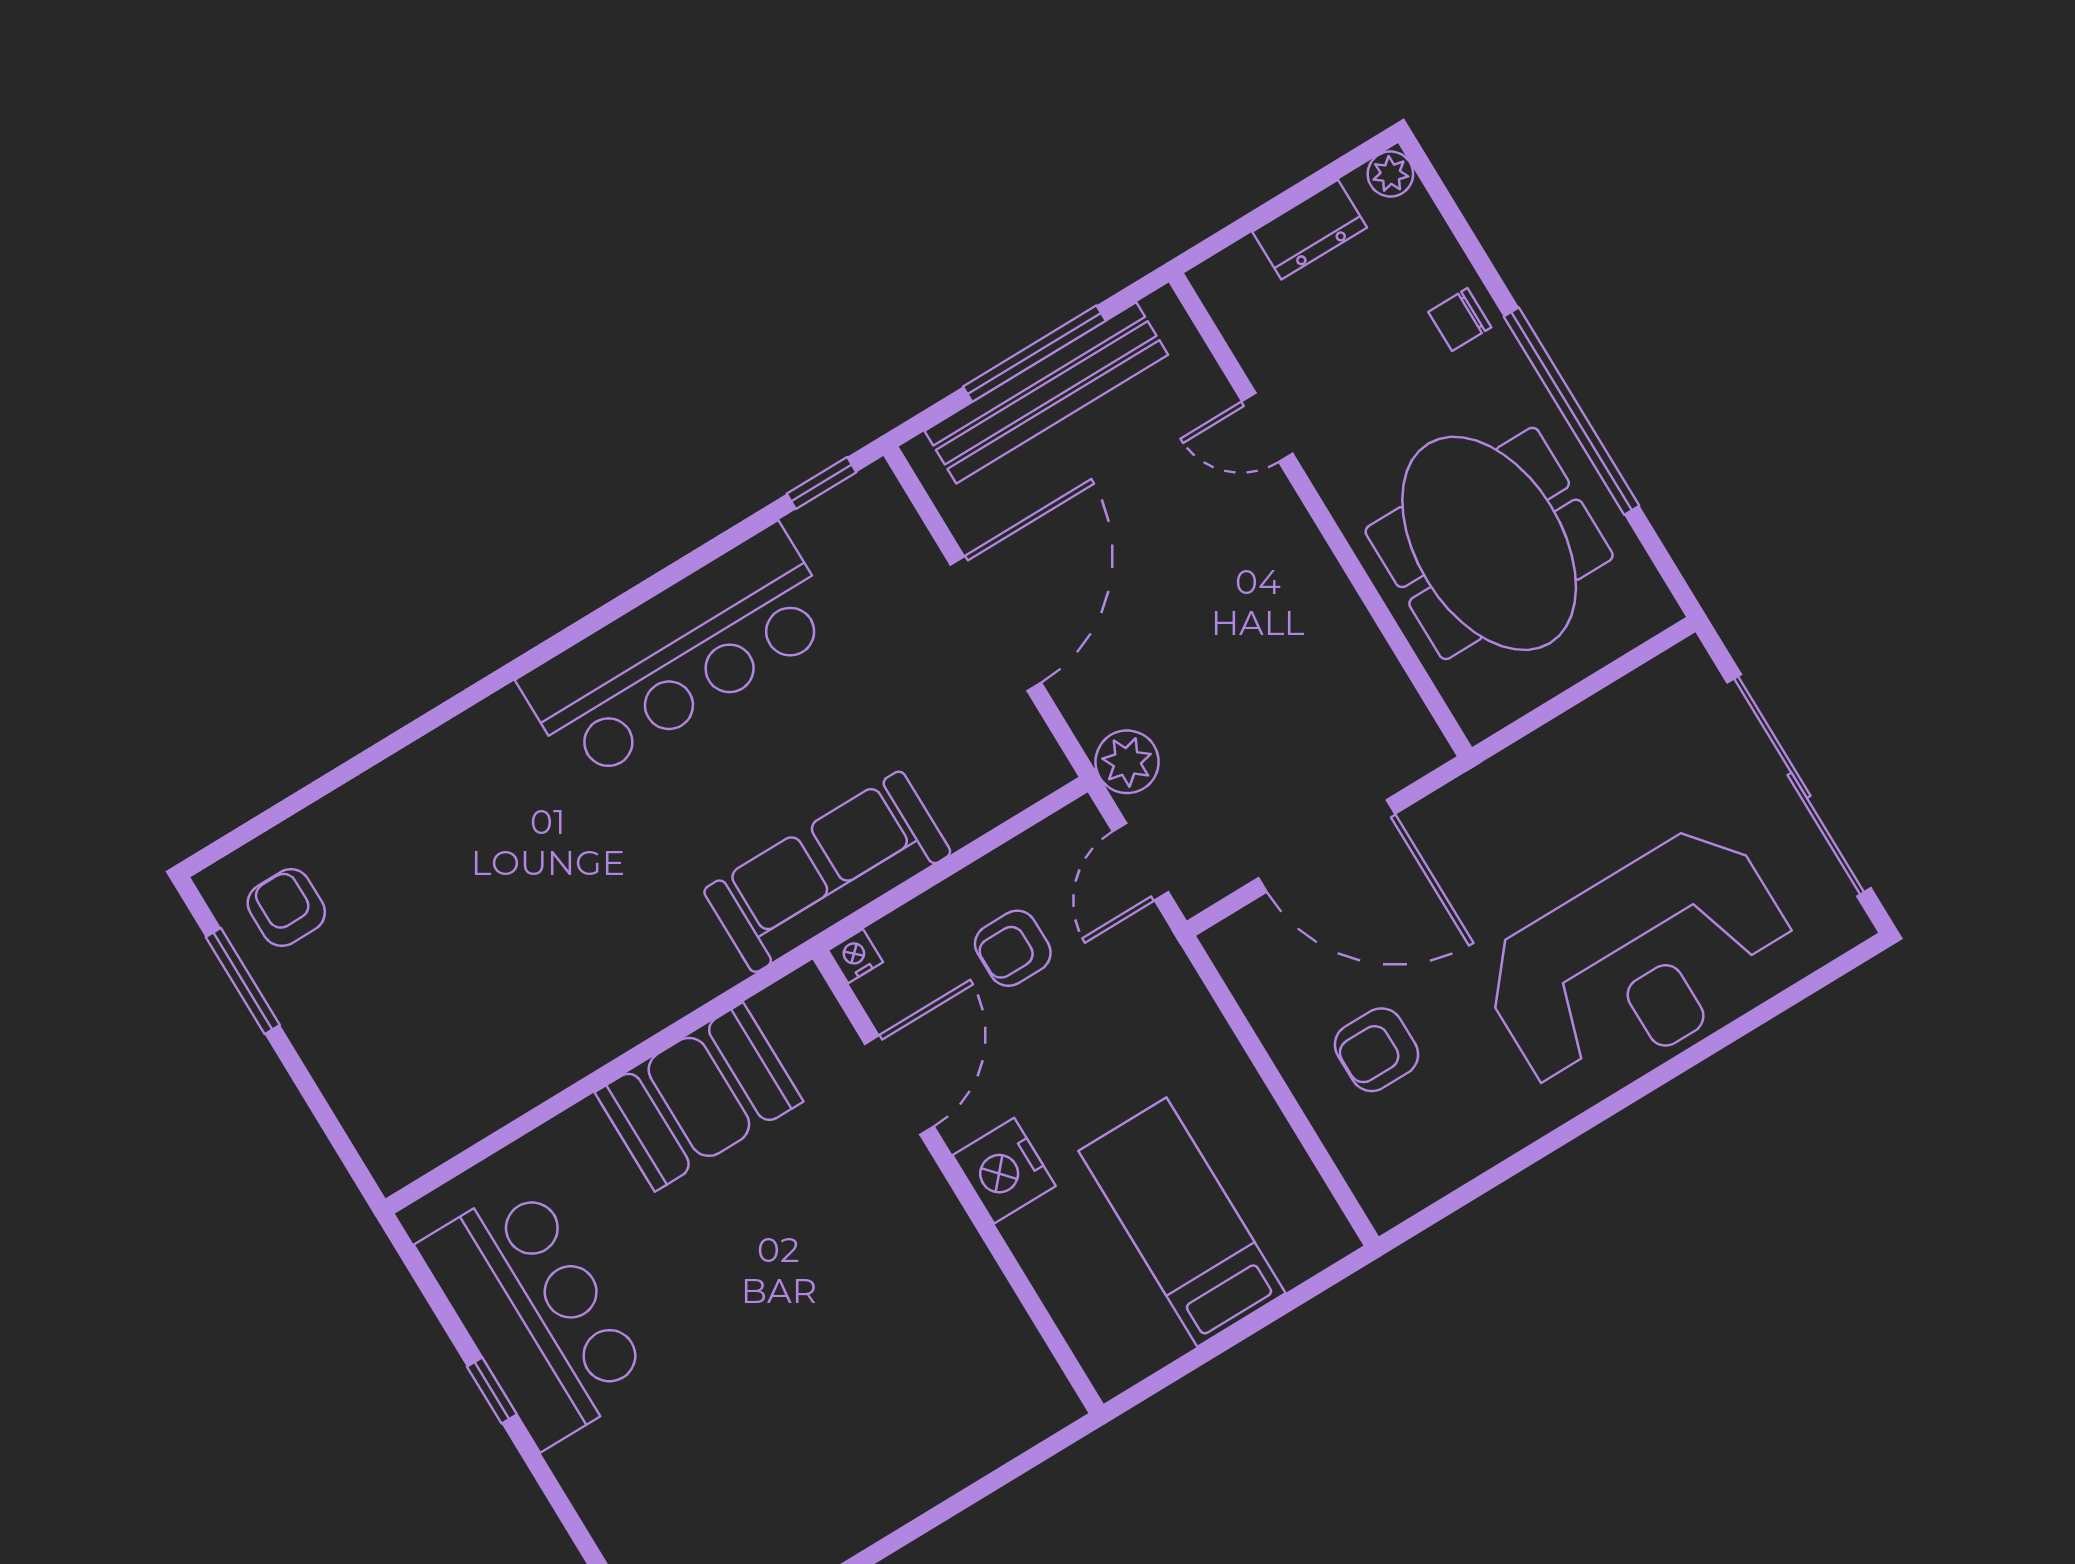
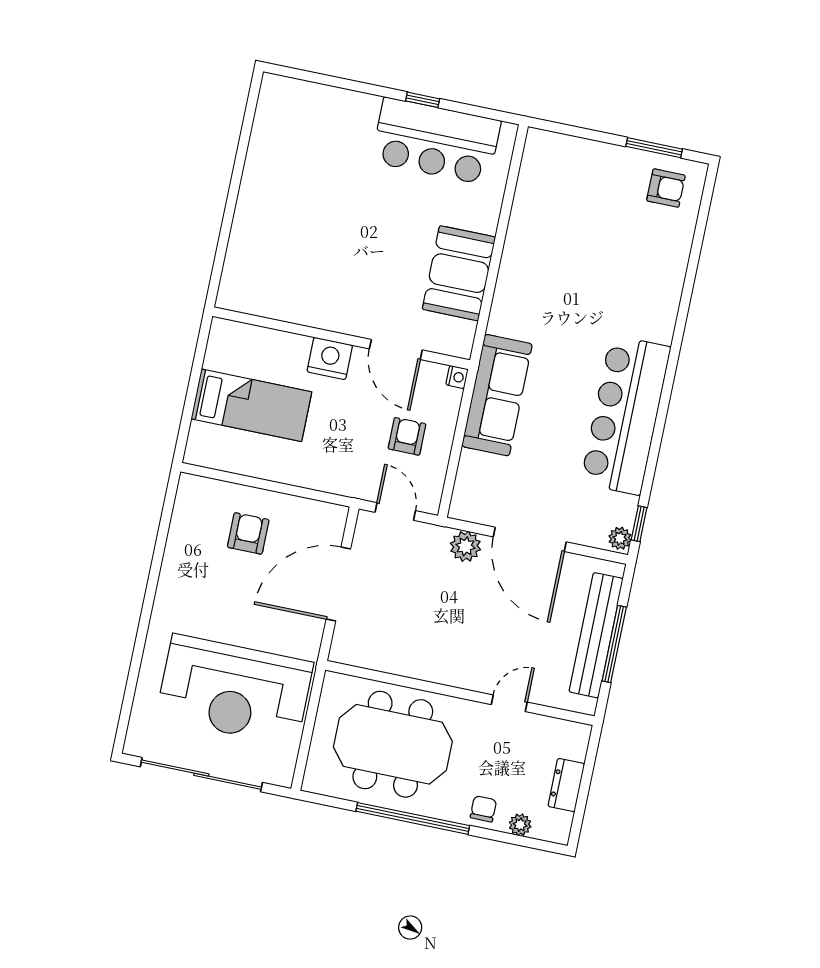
plant: (1390, 174) -> (520, 825), moved
plant: (869, 491) -> (620, 538), added
plant: (1127, 762) -> (465, 546), moved
reception desk: (1639, 962) -> (235, 690), moved, turned -90

